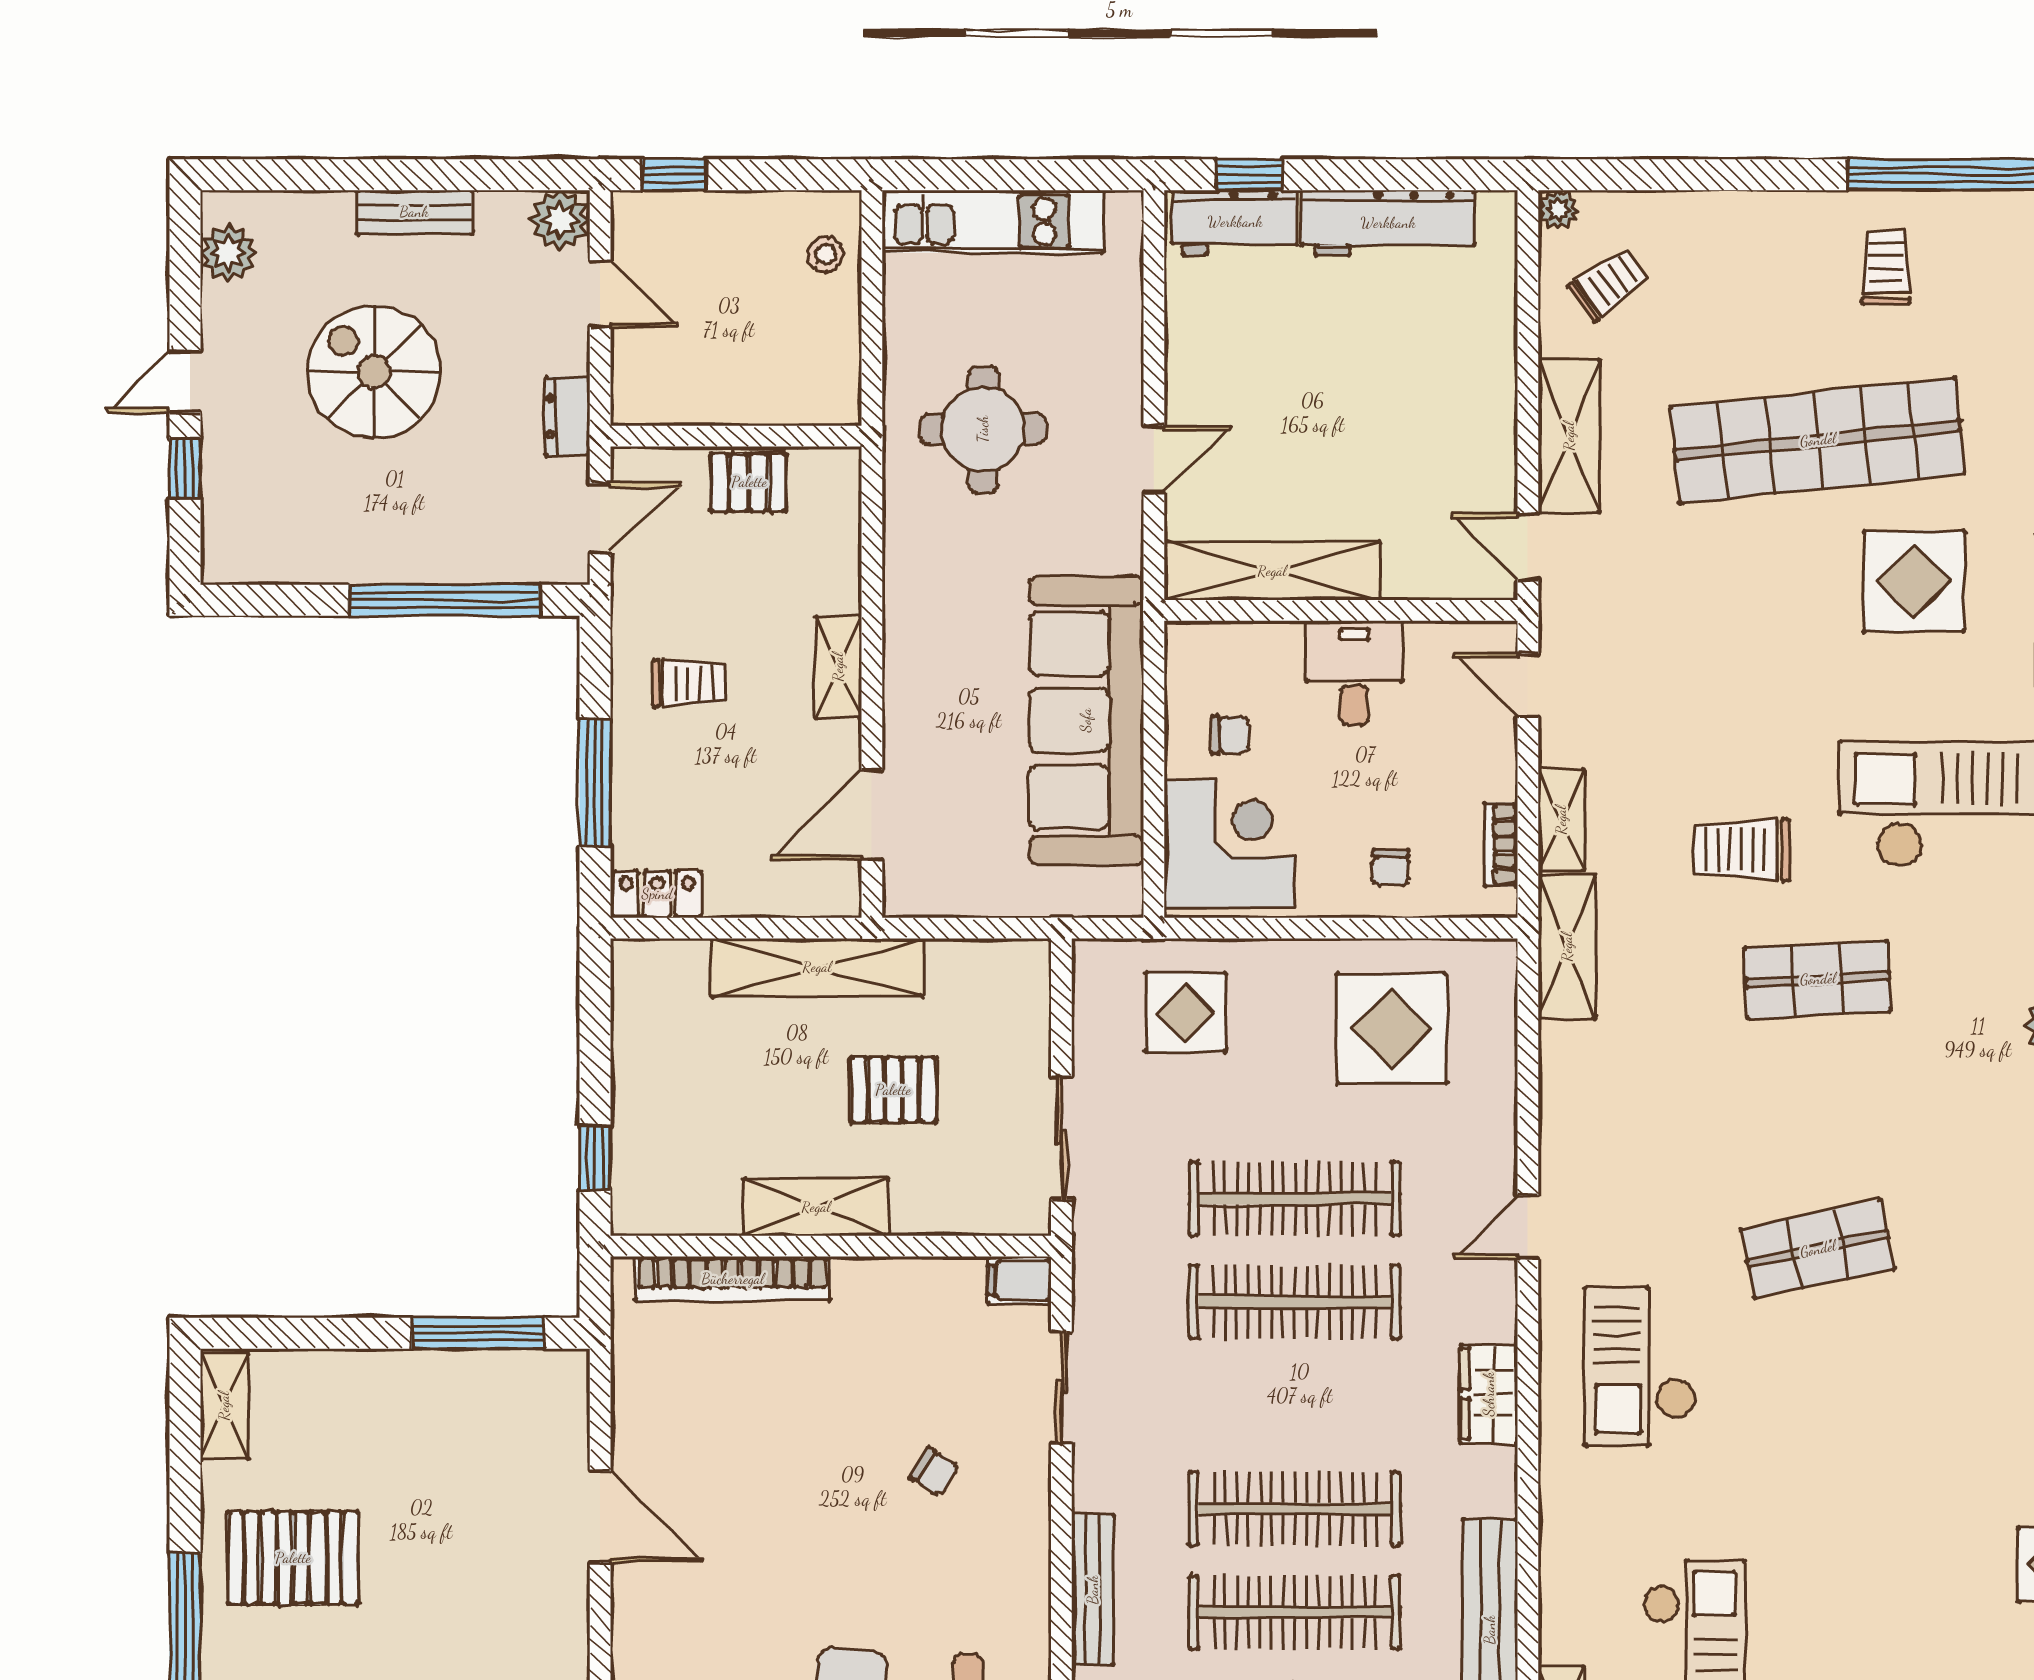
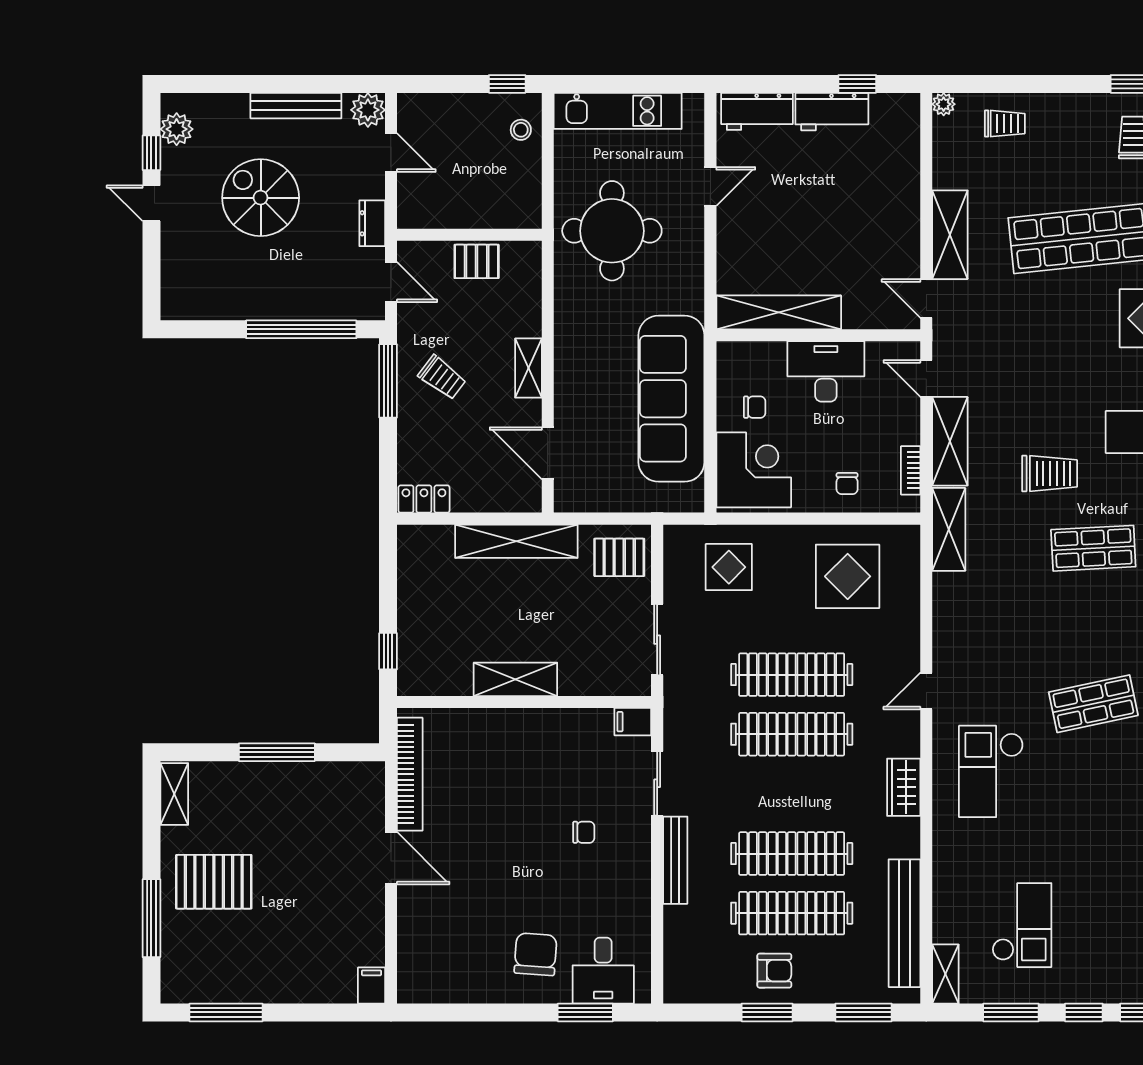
window: (674, 175) -> (507, 84), moved
window: (1250, 175) -> (857, 84), moved
bench: (414, 212) -> (296, 106), width x1.36
workbench: (1388, 223) -> (832, 112), width x0.73
trolley: (1609, 284) -> (1005, 124), moved, turned 36
door: (185, 382) -> (151, 203), hinge flipped
round table: (983, 429) -> (612, 231), width x1.36, depth x1.36
door: (1154, 459) -> (710, 186), moved
window: (185, 469) -> (151, 153), moved
door: (600, 518) -> (391, 282), hinge flipped
desk: (1354, 673) -> (826, 371), width x1.37
trolley: (689, 683) -> (442, 377), turned 37
window: (595, 783) -> (388, 381), moved
door: (872, 815) -> (548, 453), hinge flipped
shelving: (1561, 820) -> (950, 441), width x1.50, depth x1.33
trolley: (1742, 850) -> (1050, 473), turned 180
pallet: (893, 1090) -> (619, 557), moved
bookcase: (733, 1279) -> (410, 774), moved, turned -90
window: (478, 1333) -> (277, 752), moved
chair: (934, 1472) -> (584, 832), turned -33
bench: (1093, 1590) -> (675, 860), moved

